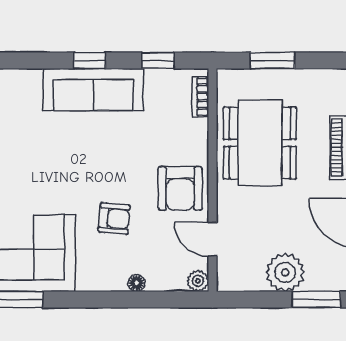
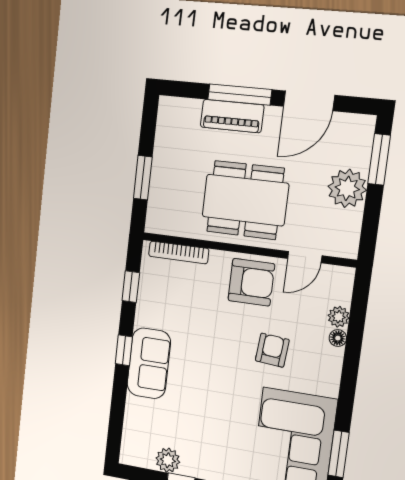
sofa: (93, 90) -> (149, 363), width x0.73
bookcase: (200, 97) -> (179, 252), width x1.56
dining table: (260, 143) -> (245, 200), moved
plant: (198, 281) -> (339, 317), moved

